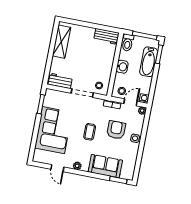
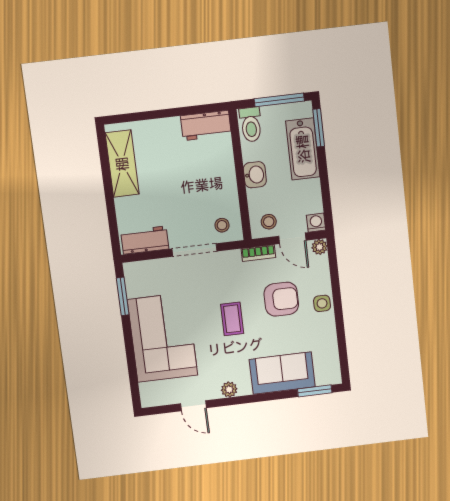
door: (130, 102) -> (292, 238), swing flipped
armchair: (116, 130) -> (281, 299), turned 90

